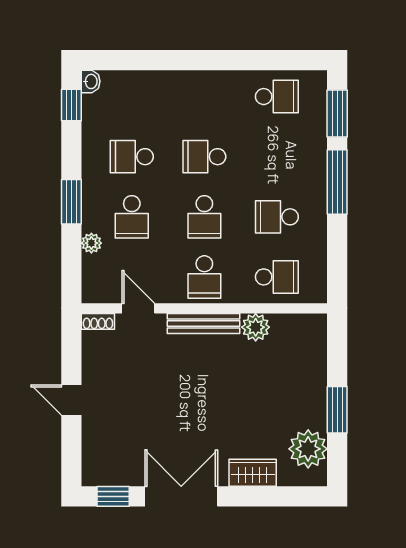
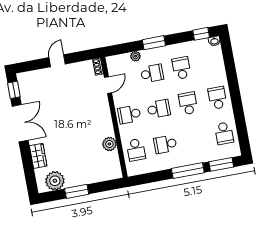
school desk: (204, 97) -> (217, 98), added
school desk: (132, 217) -> (152, 73), turned 180
school desk: (204, 217) -> (159, 109), turned 180
school desk: (277, 217) -> (165, 144), turned -90
bench: (204, 323) -> (107, 118), removed

